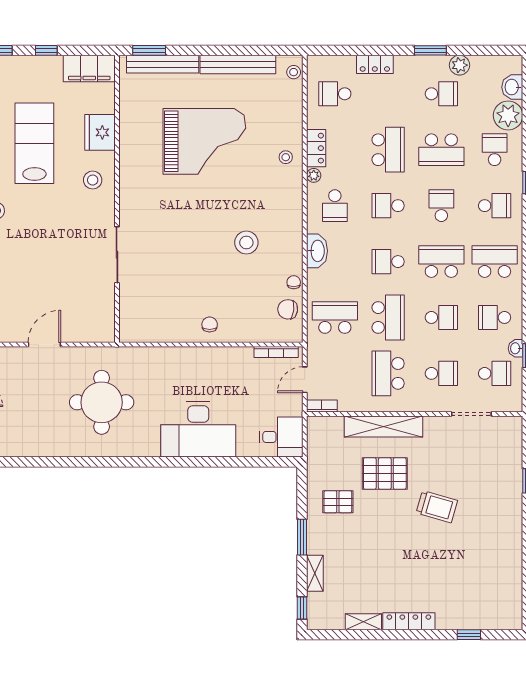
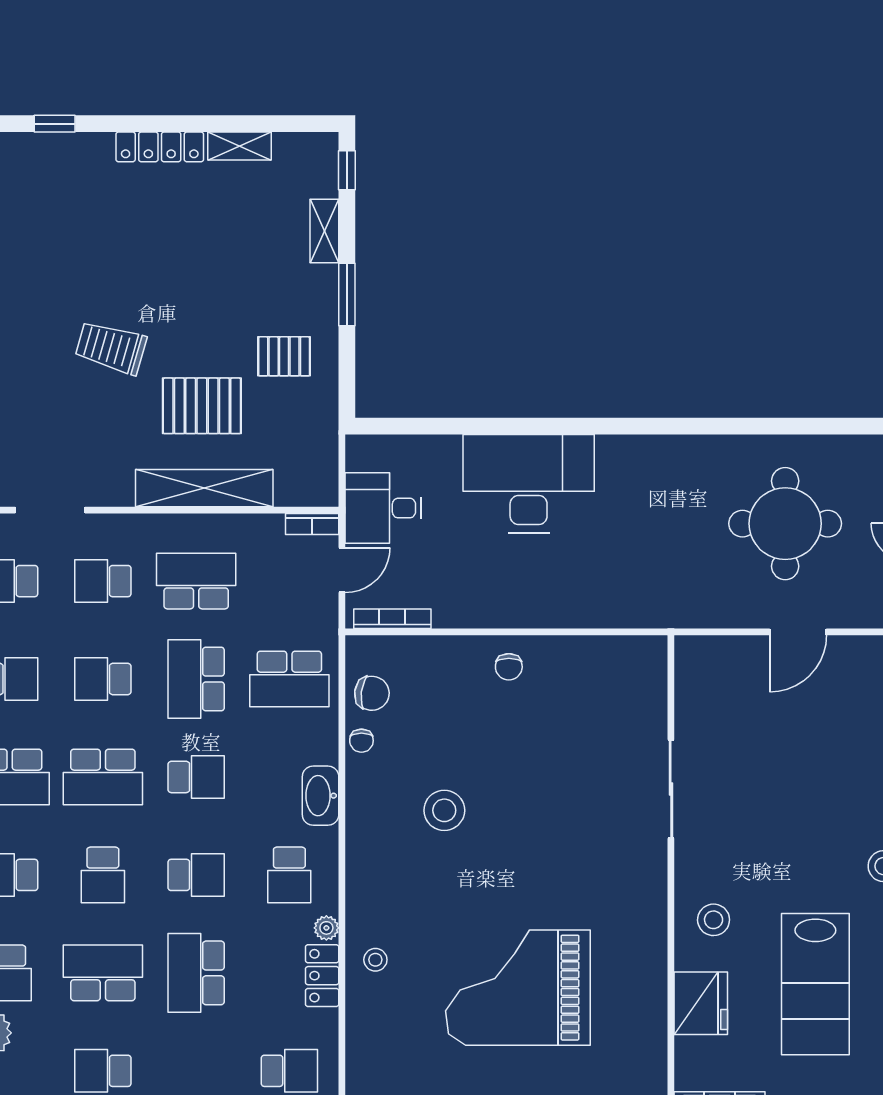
school desk: (335, 206) -> (289, 875), turned 180
school desk: (388, 373) -> (196, 581), turned -90
round table: (102, 402) -> (785, 524), moved
desk: (281, 437) -> (383, 508), moved

